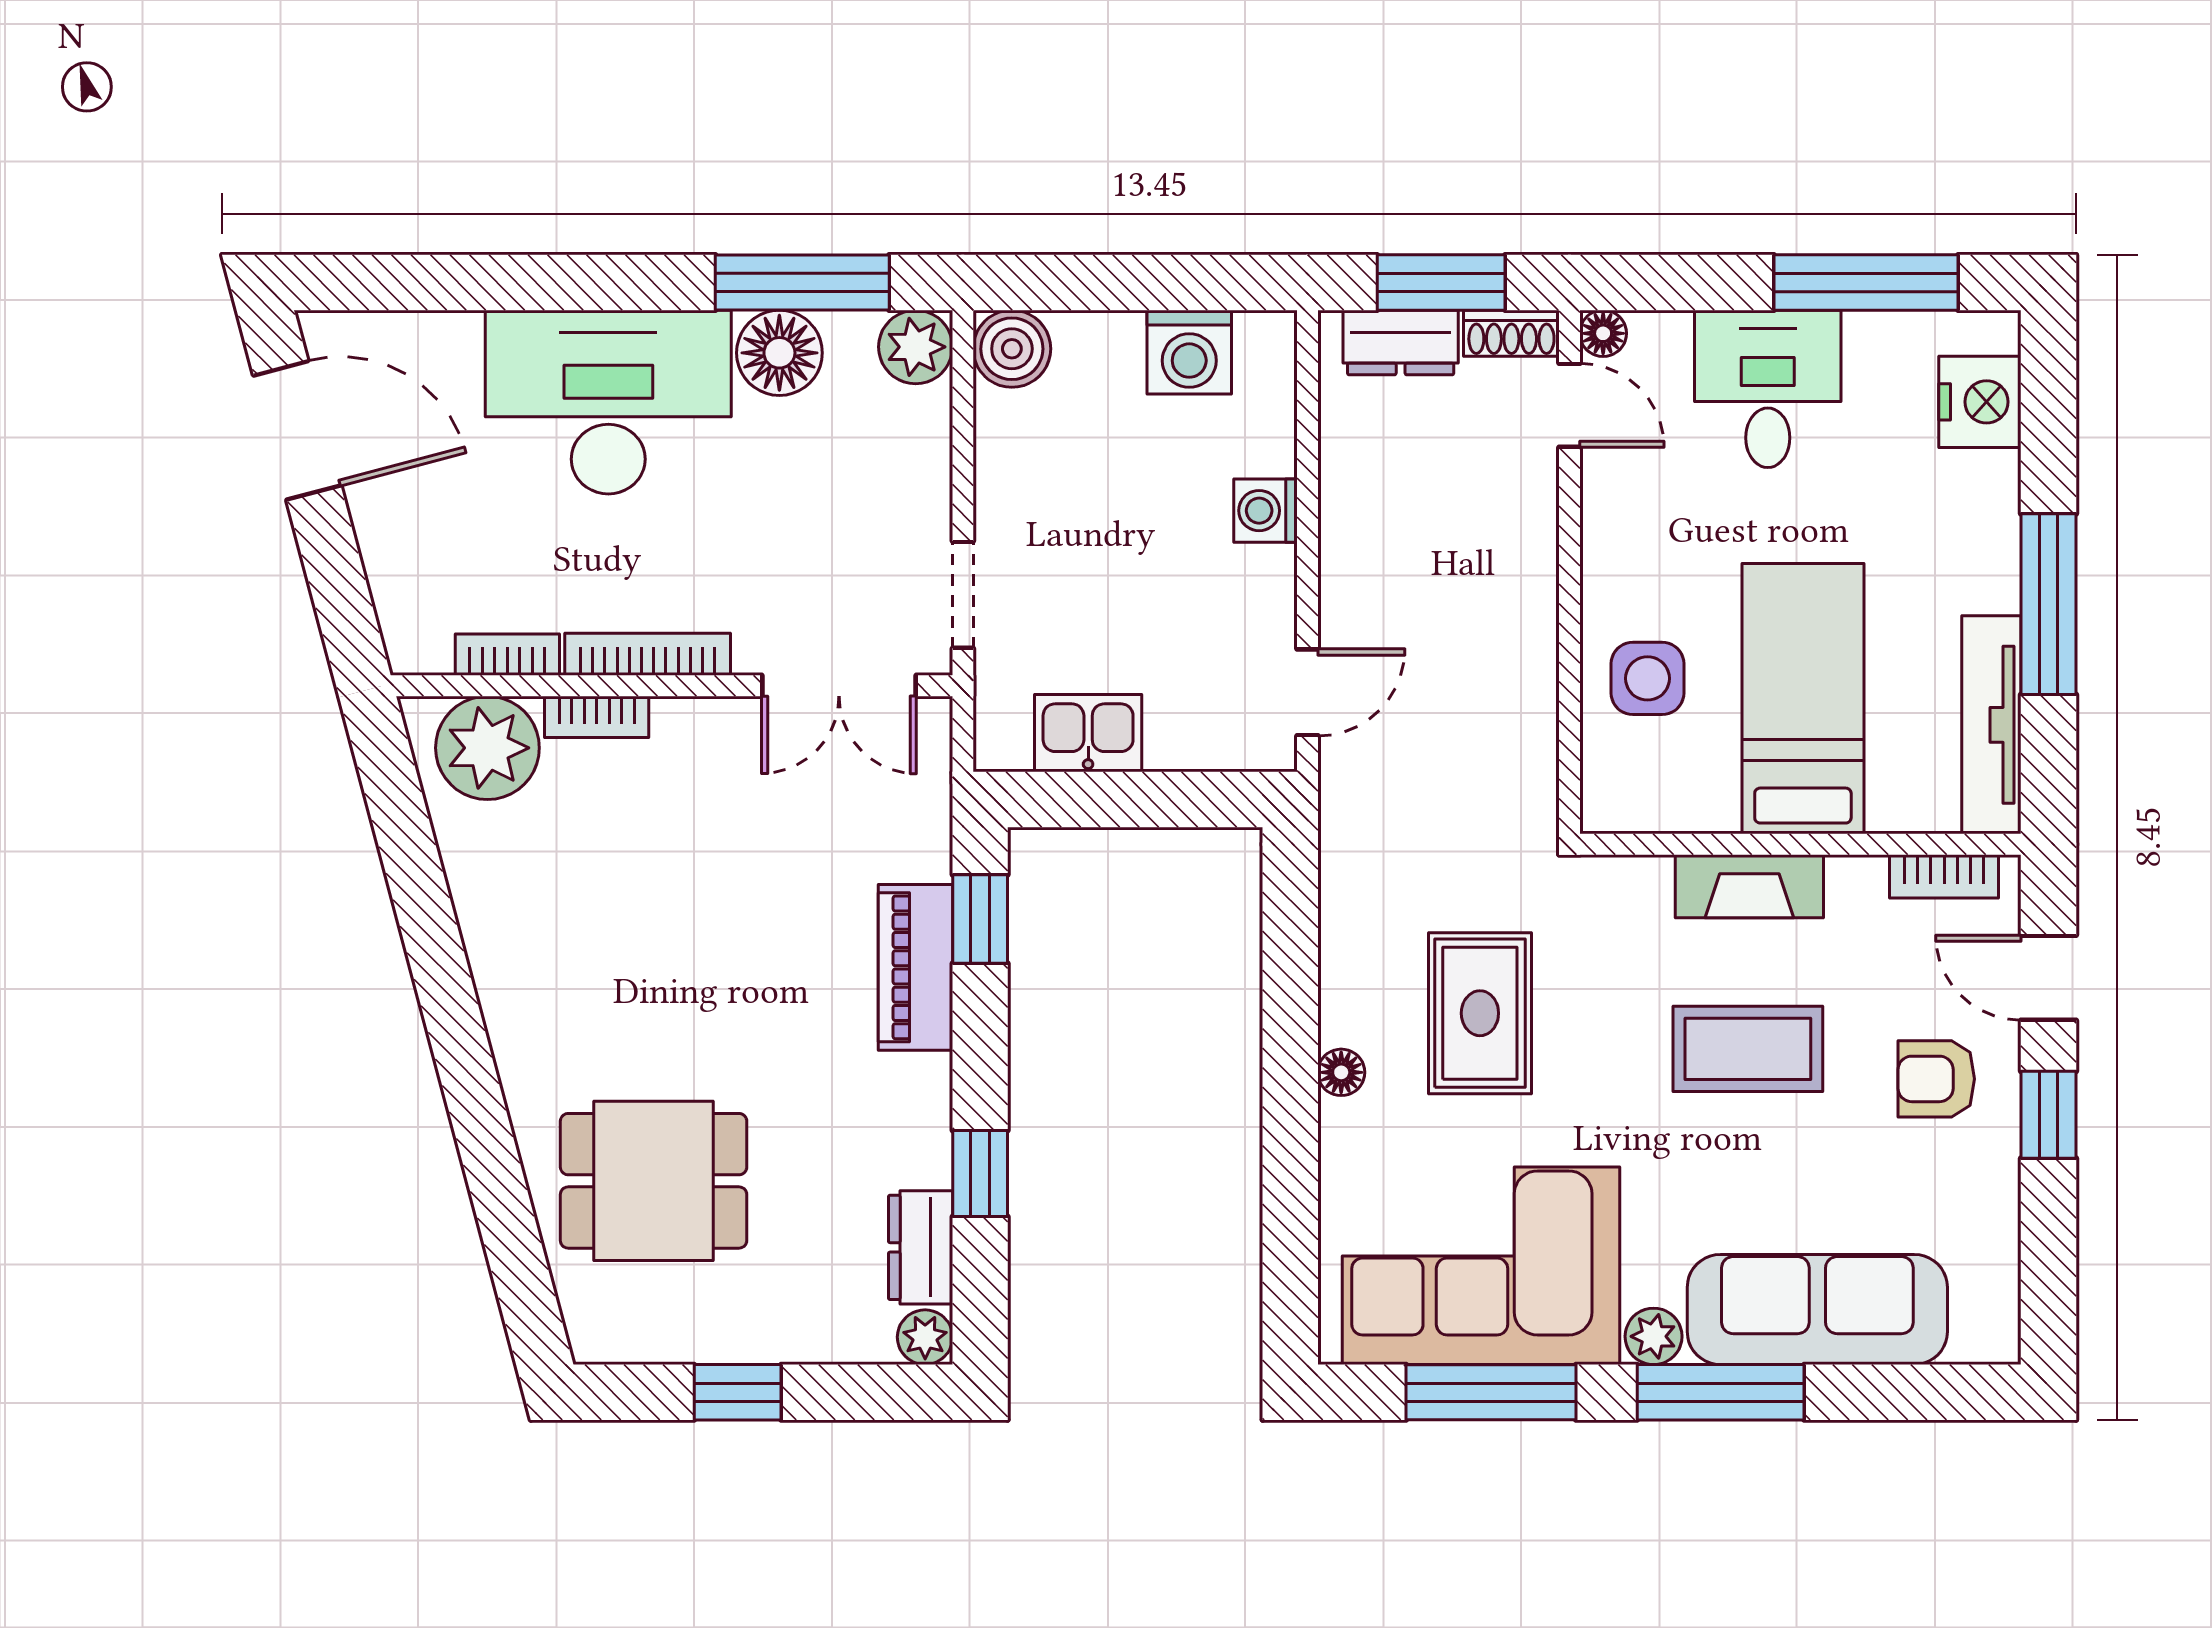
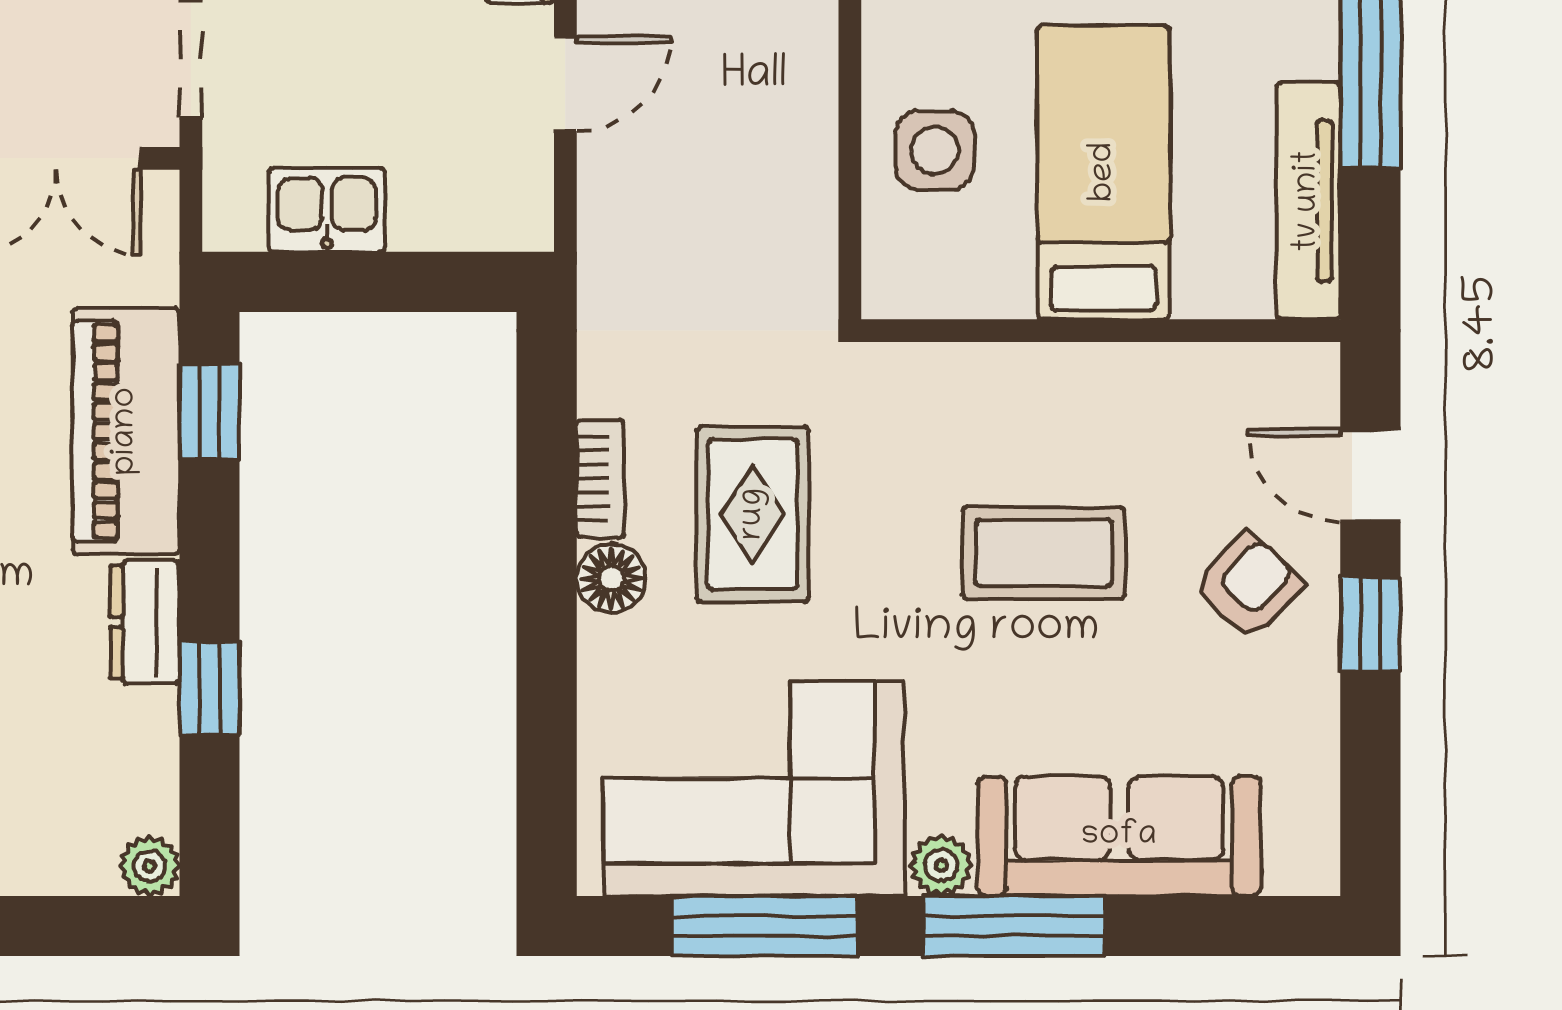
door: (1308, 692) -> (565, 84), moved
bookcase: (1944, 876) -> (600, 478), moved, turned -90
fireplace: (1749, 886) -> (1045, 376), removed
piano: (915, 967) -> (126, 431), width x1.37, depth x1.33
floor lamp: (1341, 1072) -> (611, 578), width x1.37, depth x1.37
armchair: (1936, 1079) -> (1248, 586), turned 133
dresser: (921, 1247) -> (145, 622), moved

